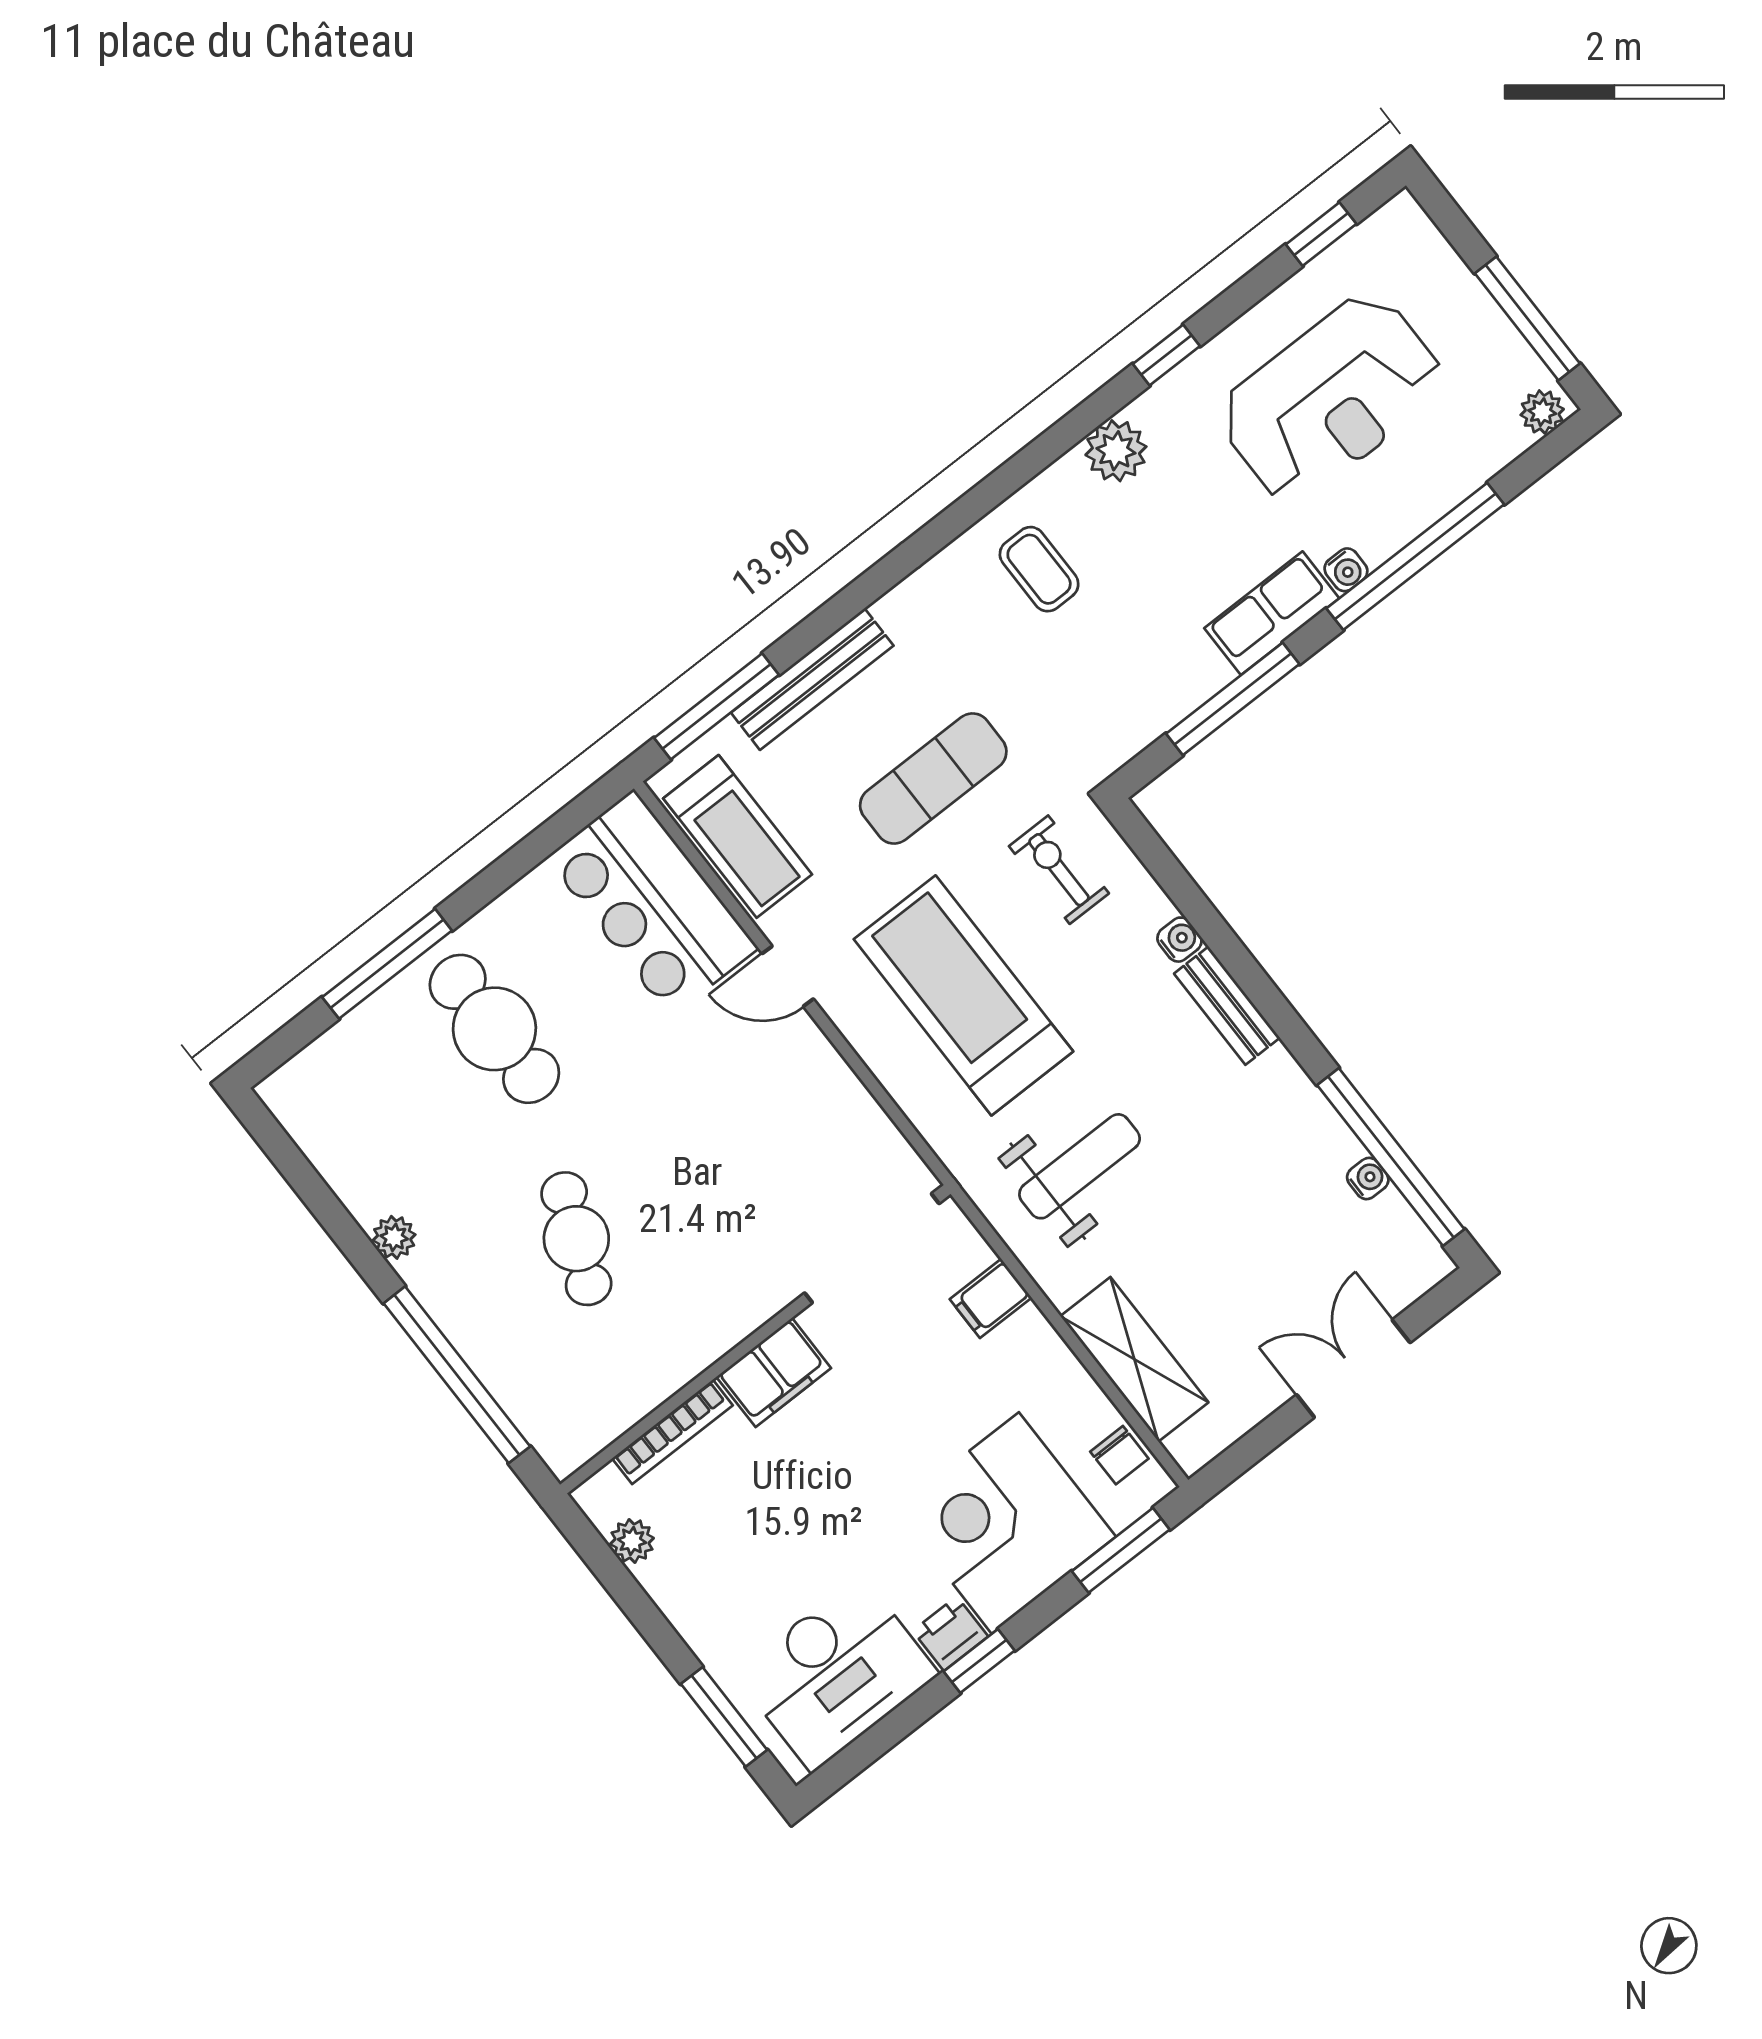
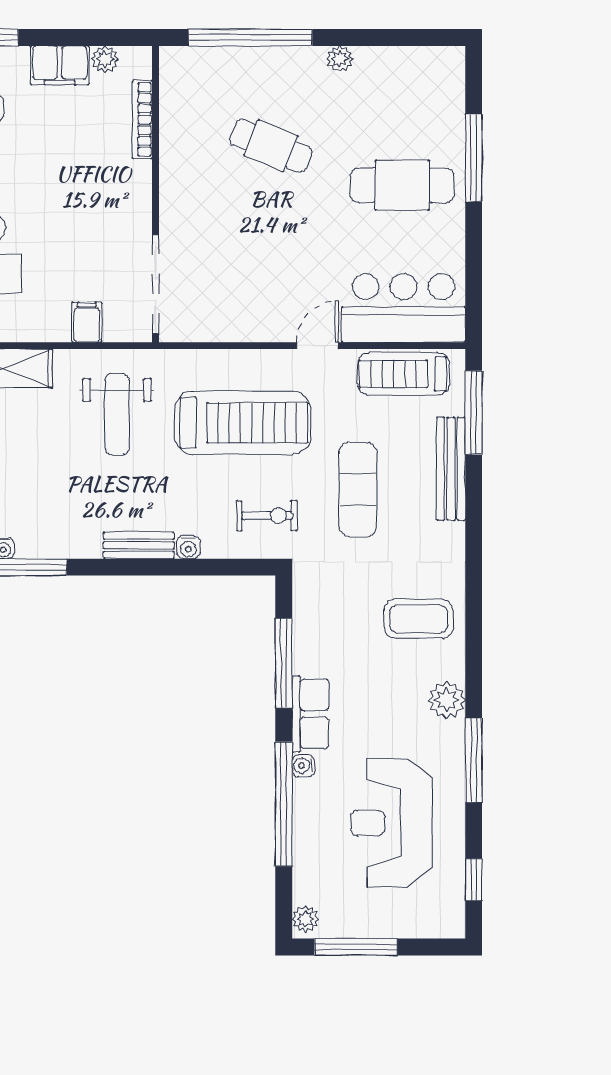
window: (1166, 355) -> (474, 760), width x2.17
coffee table: (1039, 569) -> (419, 619), width x1.36, depth x1.30
filing cabinet: (774, 1372) -> (60, 65), moved, turned -90

